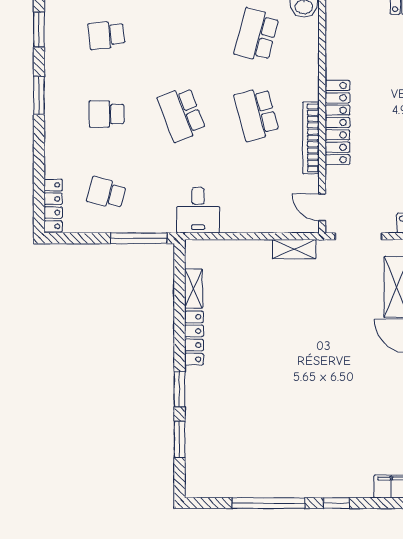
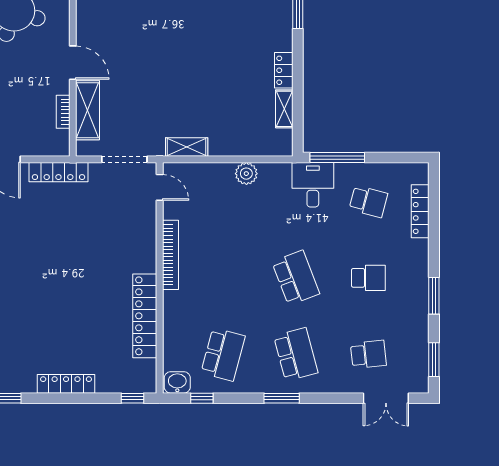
school desk: (257, 114) -> (296, 354), moved
locker: (337, 123) -> (145, 316), moved
locker: (53, 206) -> (420, 211), moved
desk: (198, 210) -> (313, 185), moved
plant: (233, 222) -> (246, 174), added
locker: (194, 338) -> (284, 70), width x0.66

